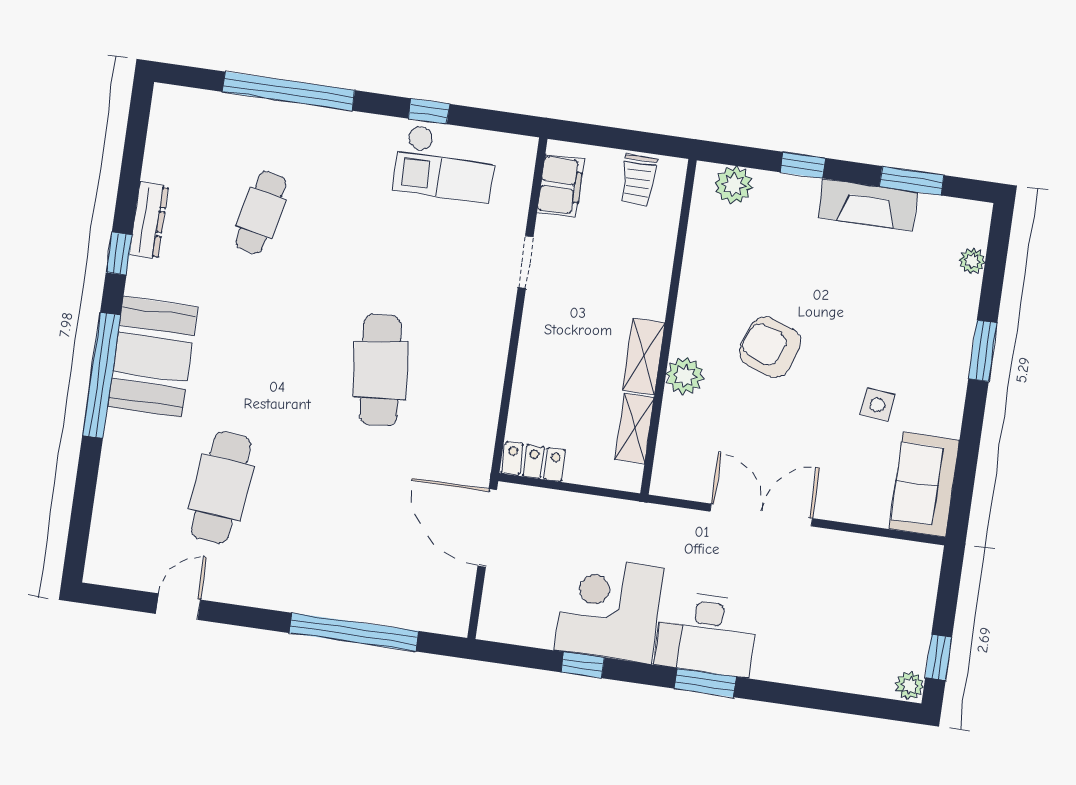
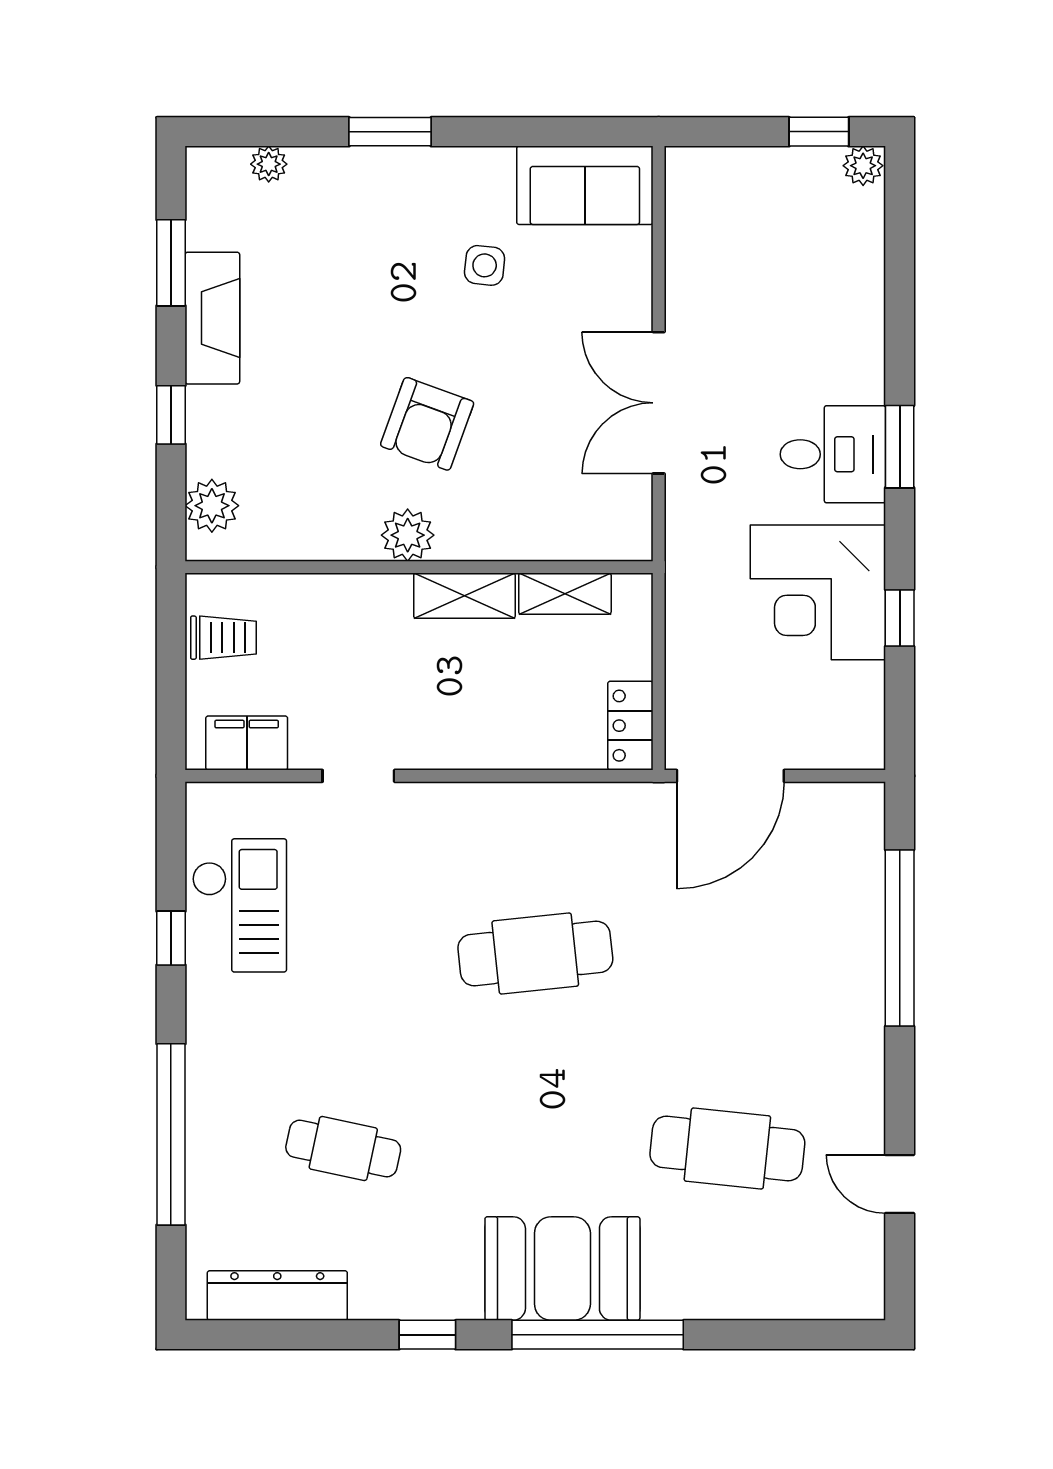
dresser: (149, 220) -> (277, 1296), moved, width x1.37, depth x1.24
plant: (685, 376) -> (408, 535), moved
desk: (707, 634) -> (833, 454), width x0.73

